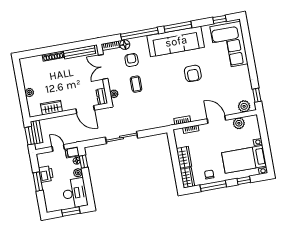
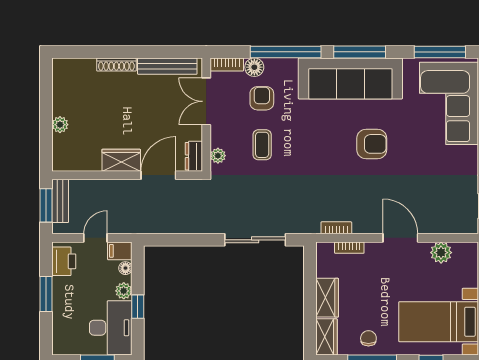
window: (219, 19) -> (440, 52), width x2.17
armchair: (193, 73) -> (372, 144), turned -90
plant: (244, 106) -> (457, 223), removed
wardrobe: (51, 108) -> (121, 160), moved
door: (85, 110) -> (158, 175), swing flipped
sliding door: (122, 138) -> (255, 240), moved
door: (58, 148) -> (95, 238), hinge flipped
window: (83, 162) -> (138, 307), moved
printer: (46, 174) -> (64, 261), moved

